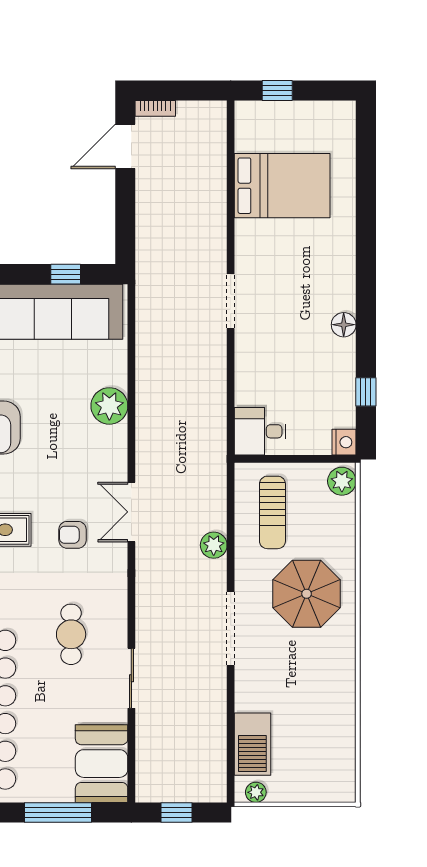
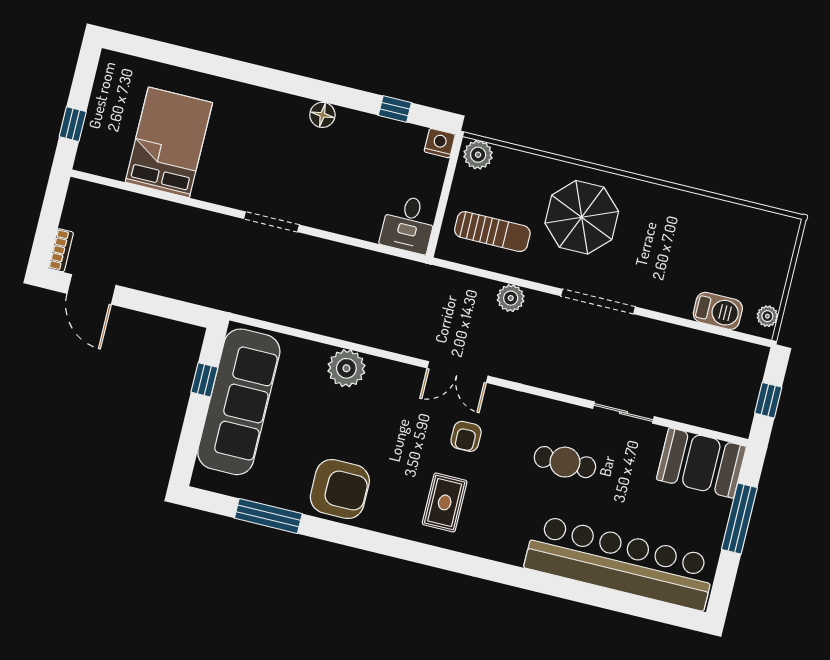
barbecue: (252, 744) -> (718, 311), width x0.73, depth x0.83

